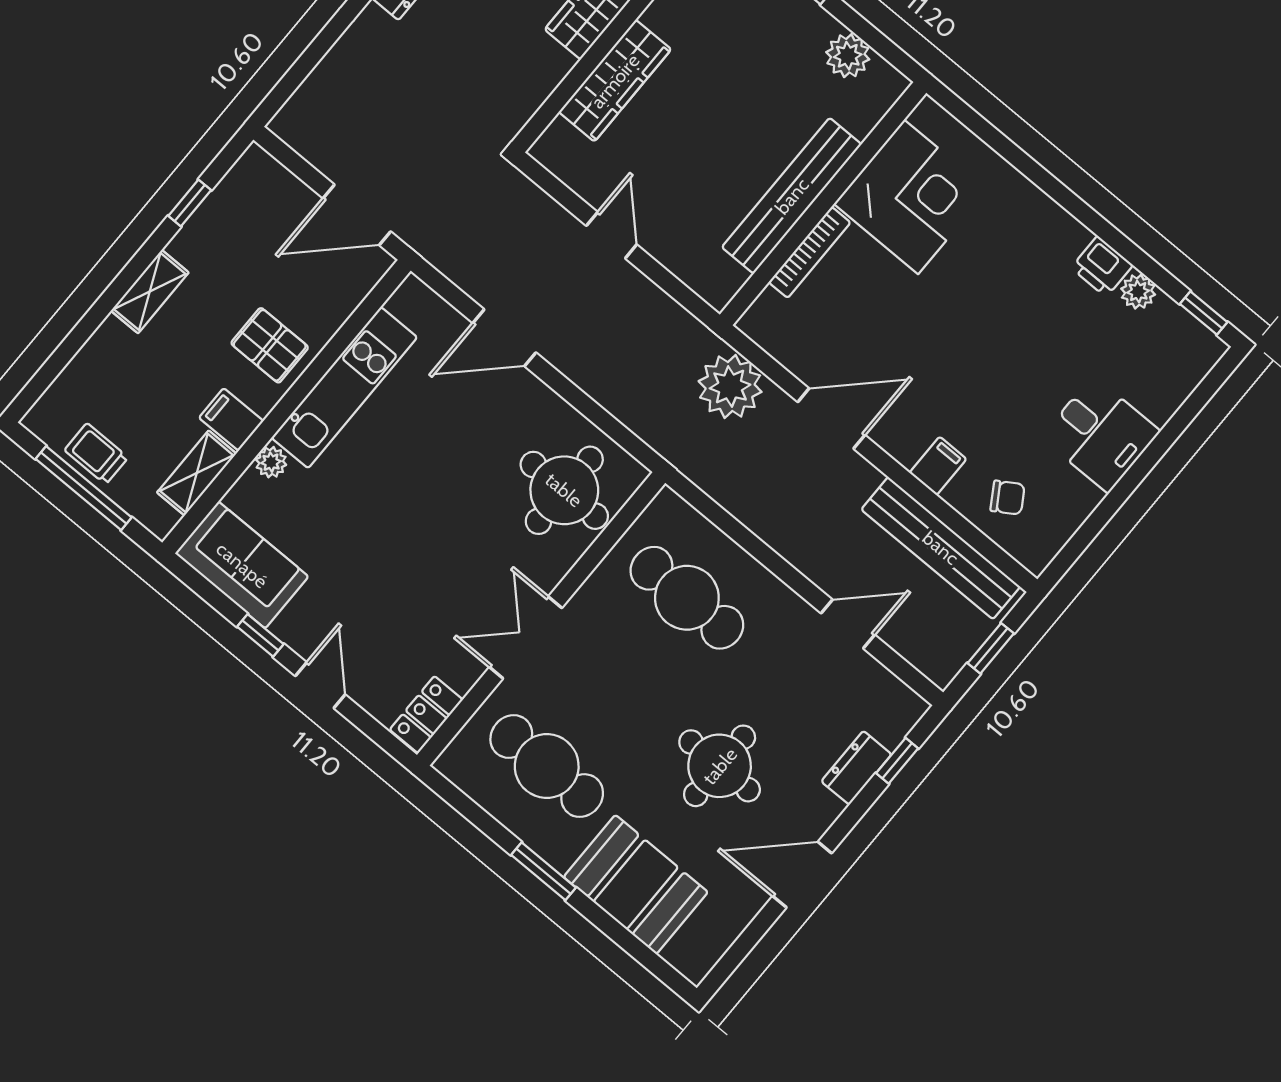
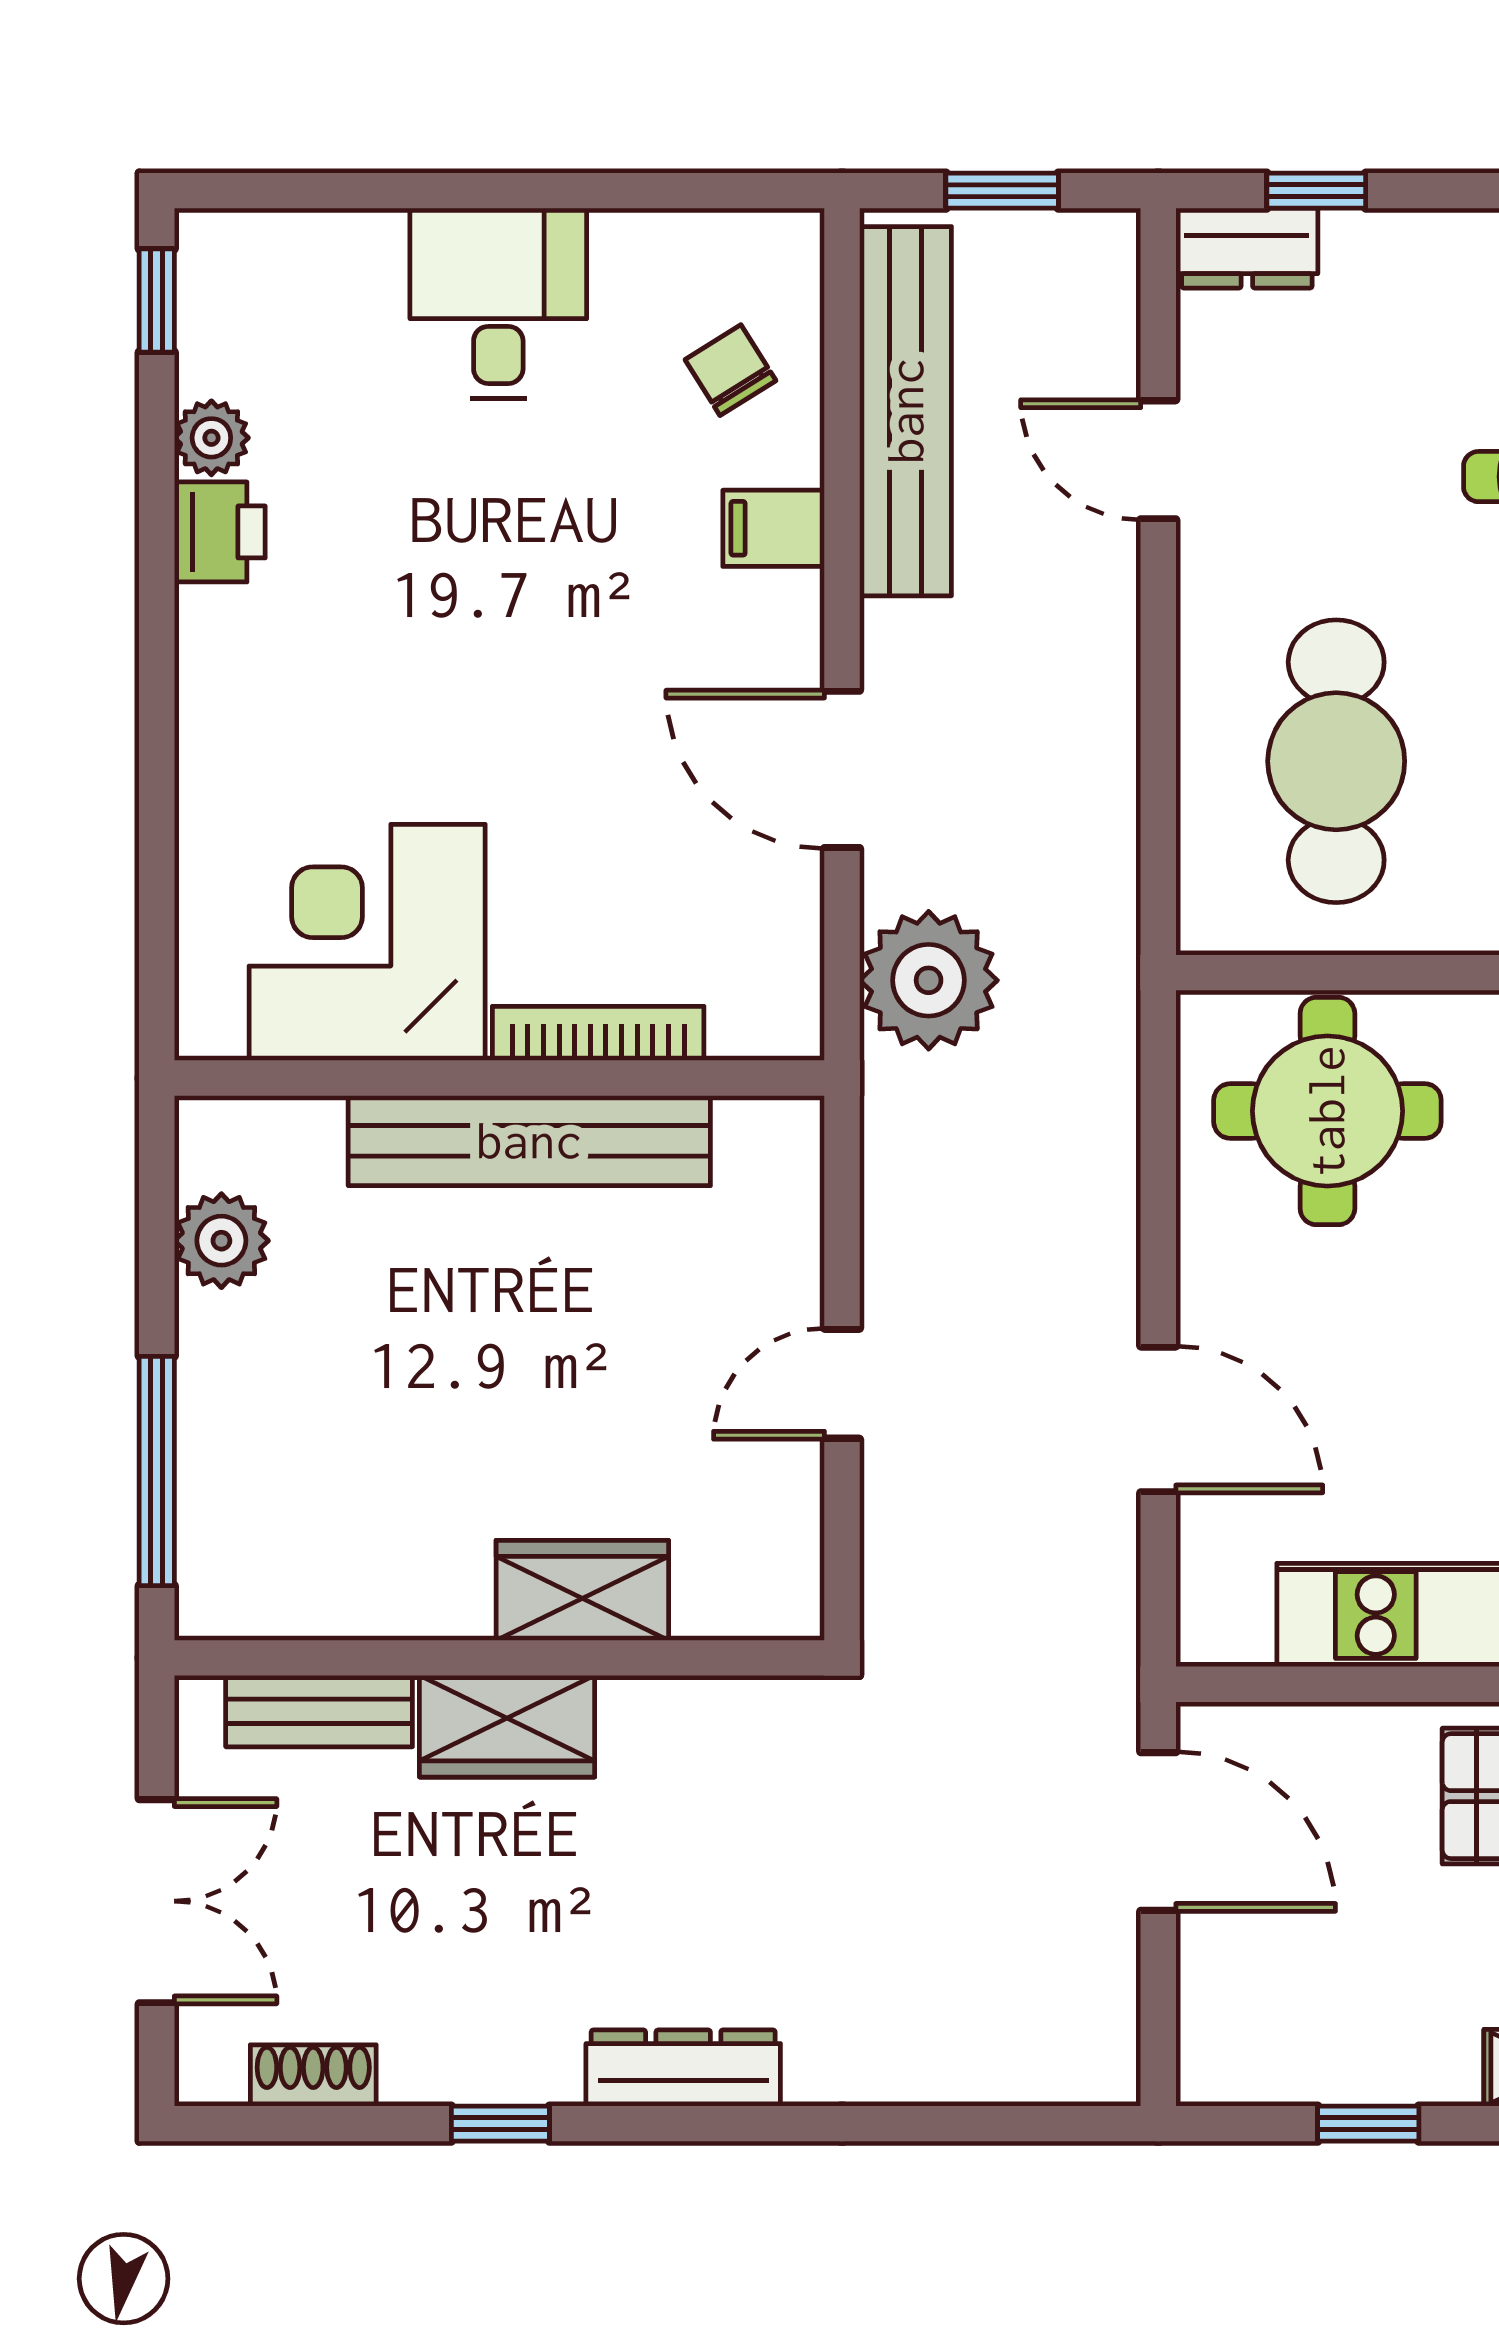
wardrobe: (615, 81) -> (582, 1590), width x0.67
dresser: (856, 768) -> (1247, 248), moved

